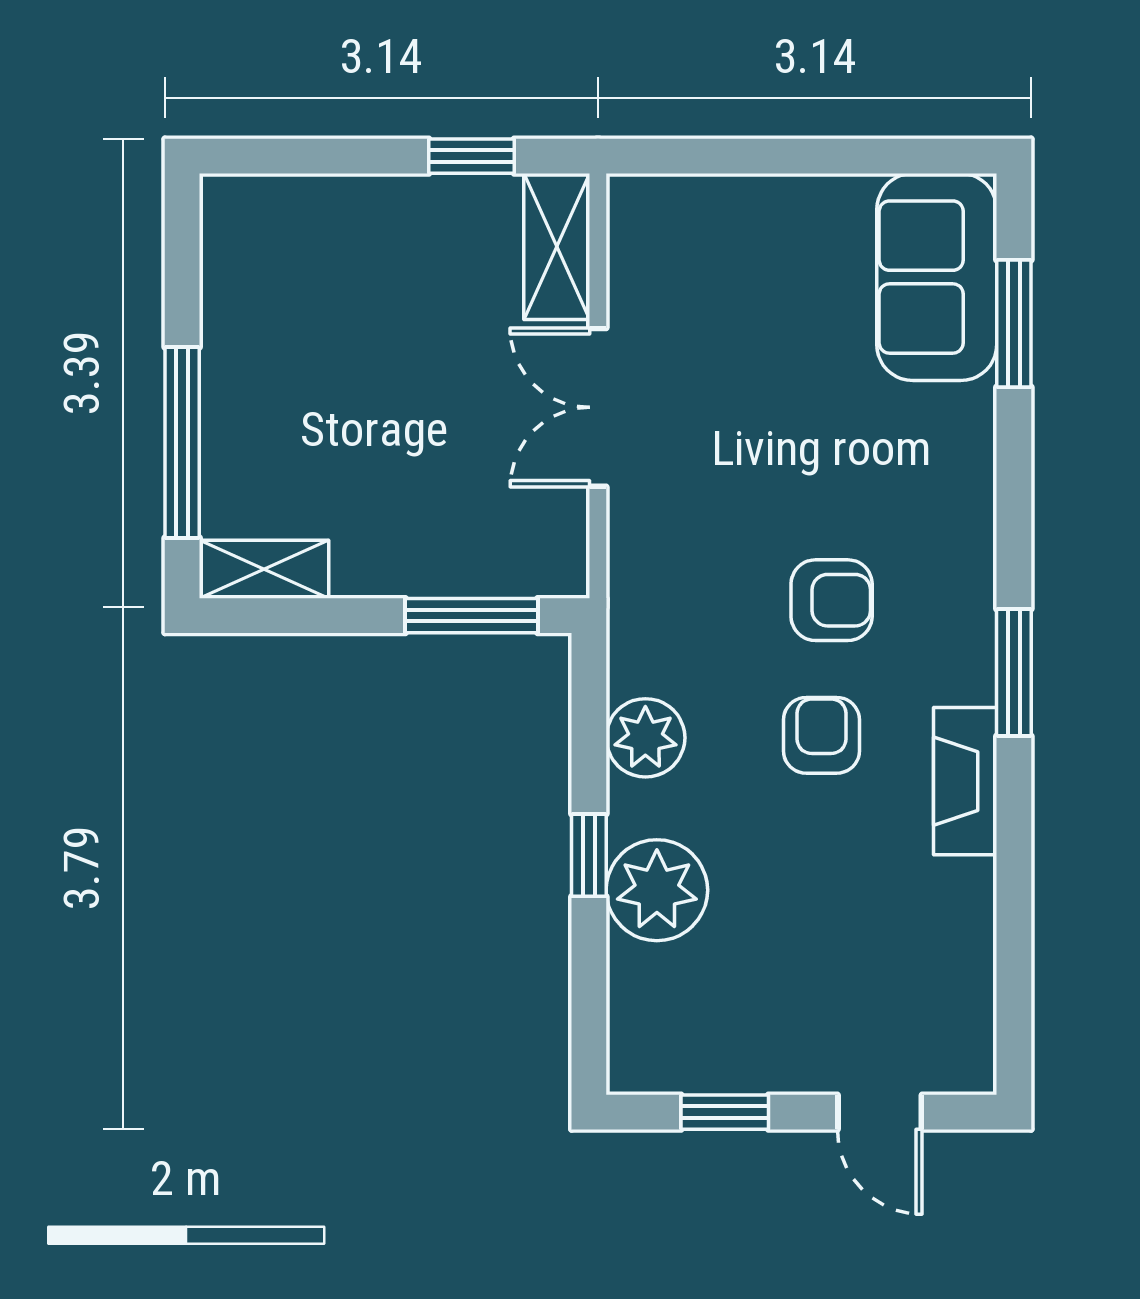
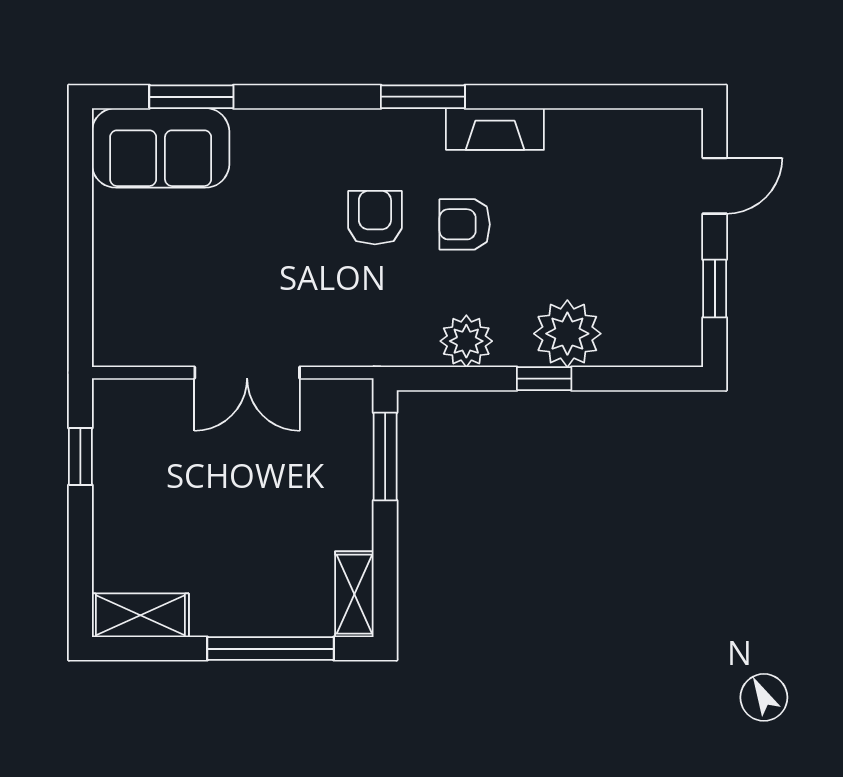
shelving: (557, 247) -> (140, 615), moved

